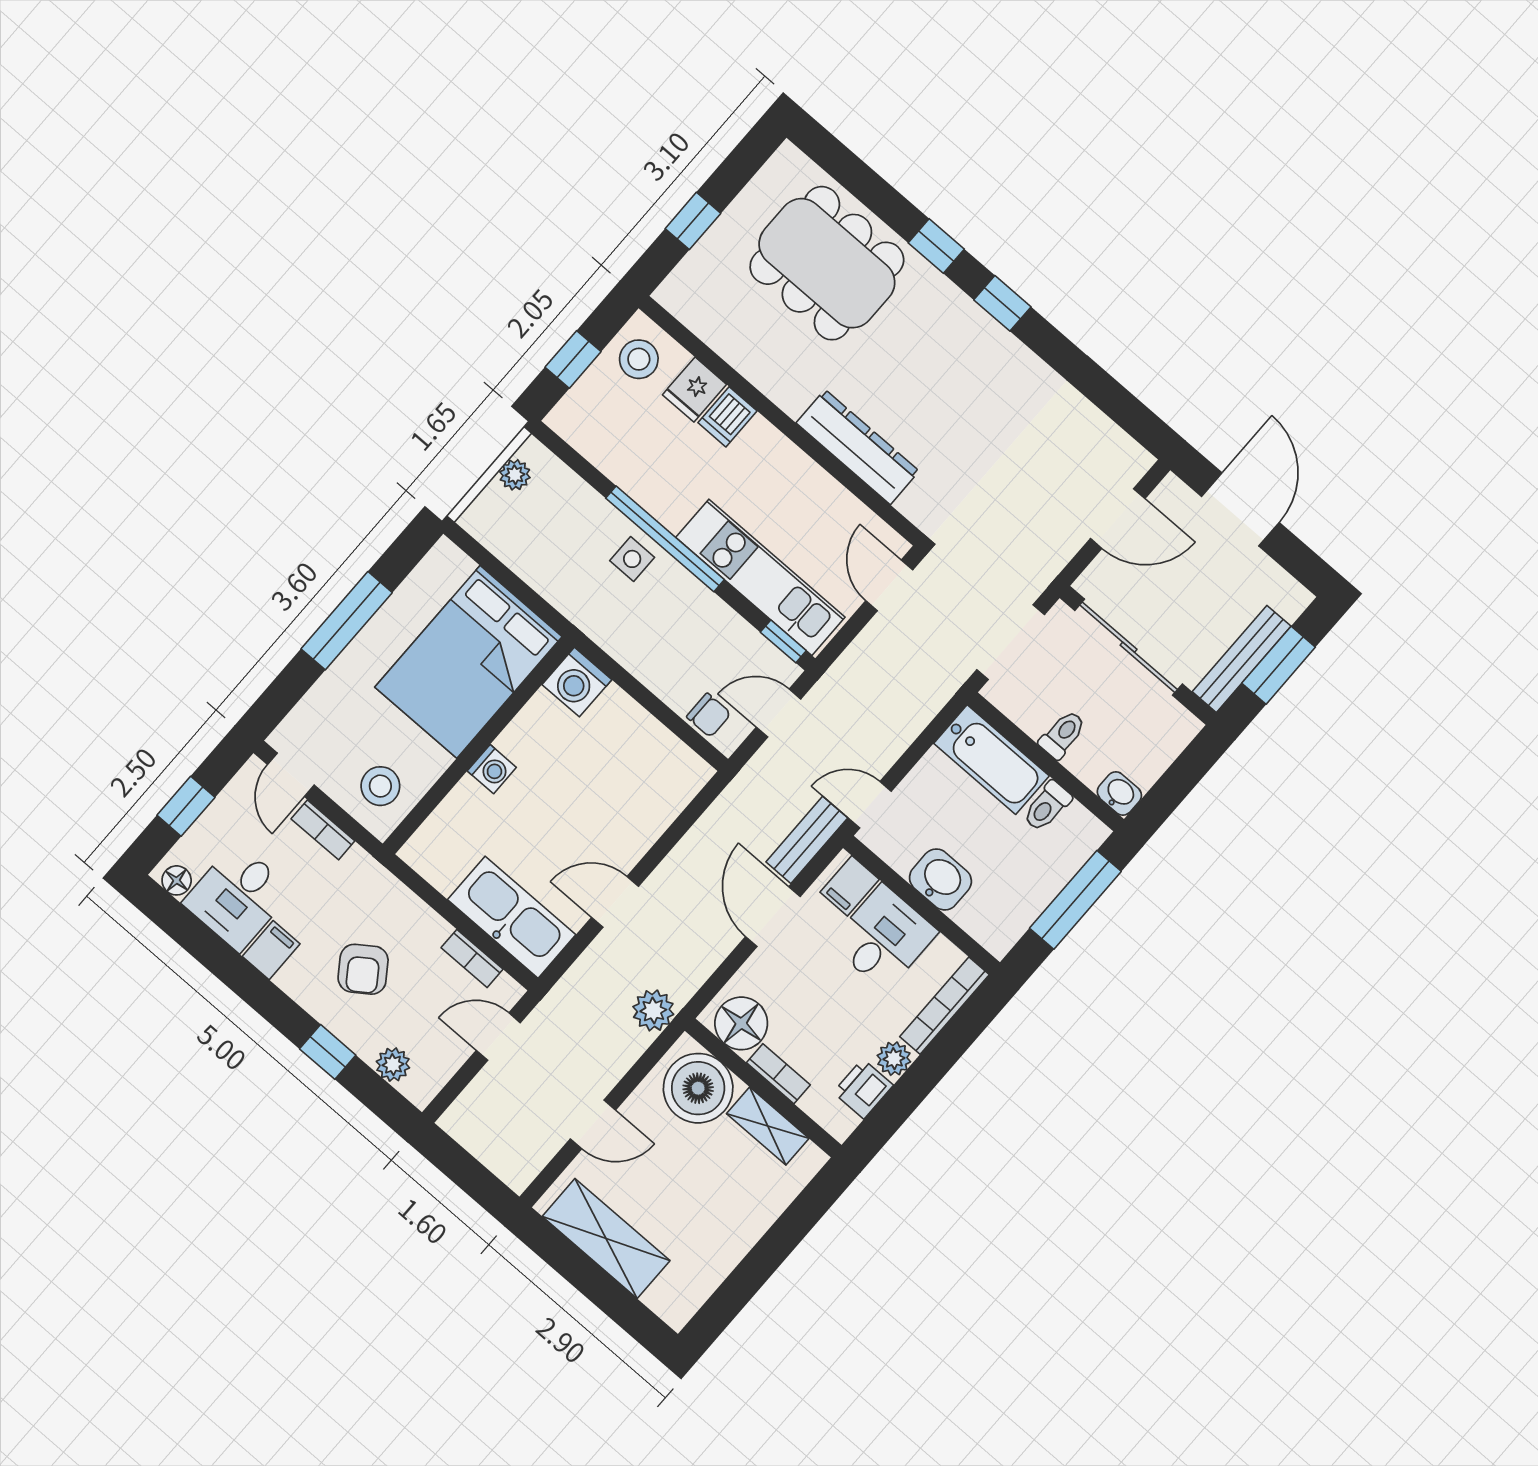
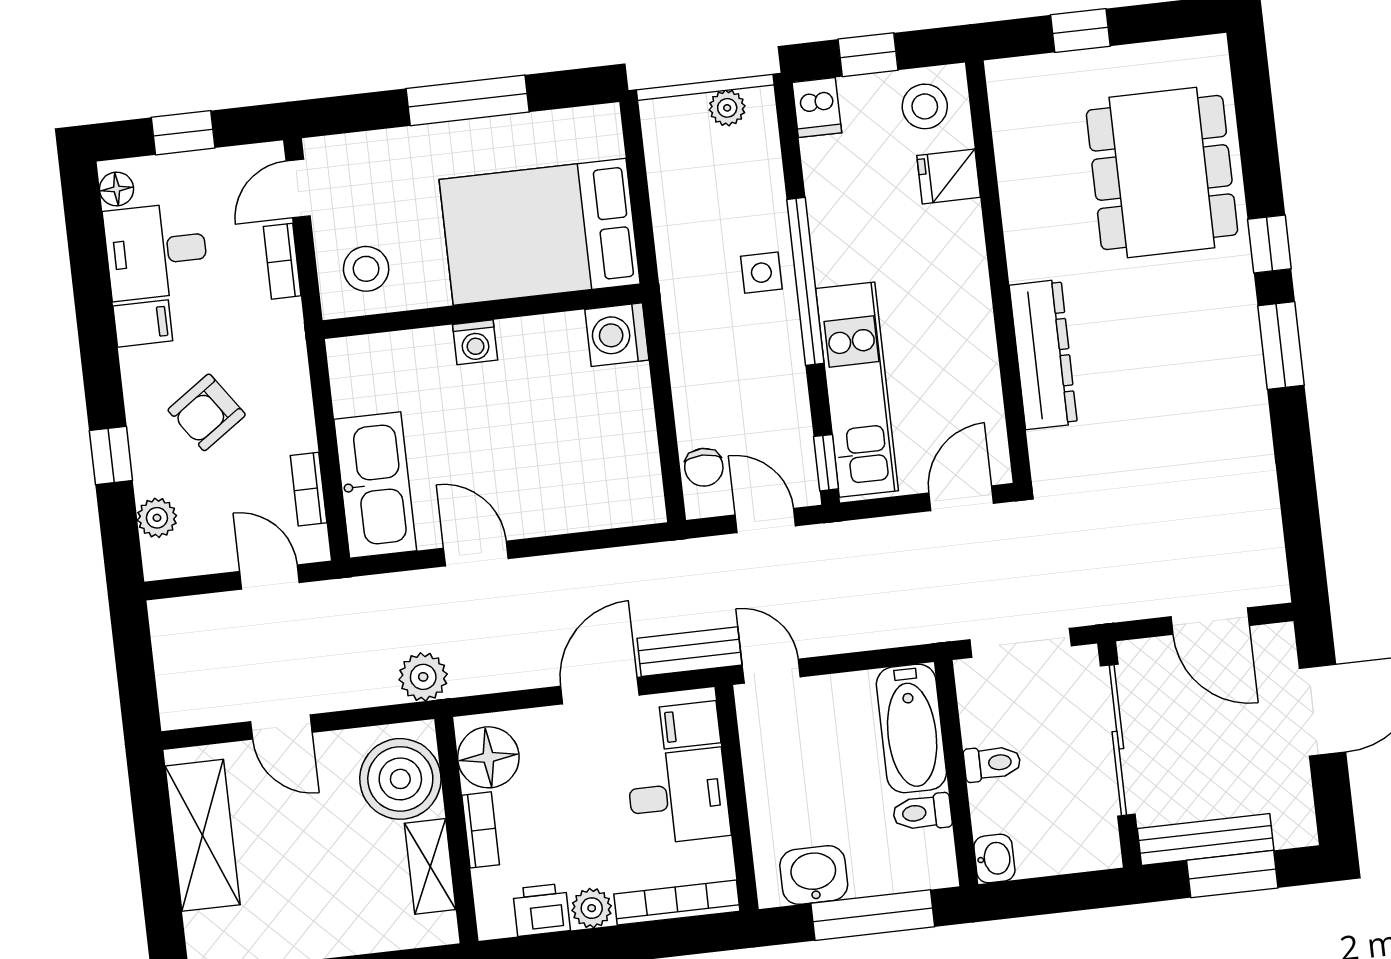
window: (1002, 303) -> (1281, 345), width x1.50
dishwasher: (728, 417) -> (817, 108), moved, turned -90
washbasin: (940, 879) -> (814, 875), moved, turned -90

